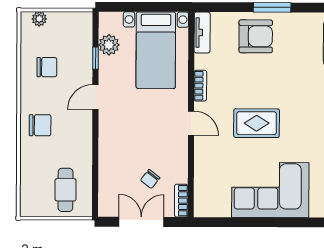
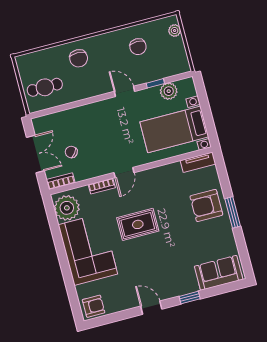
armchair: (256, 36) -> (206, 205), turned 90
bookcase: (200, 86) -> (102, 186), moved
rug: (257, 123) -> (138, 224), turned 90
chair: (40, 125) -> (79, 58), moved
plant: (215, 202) -> (67, 208), added

